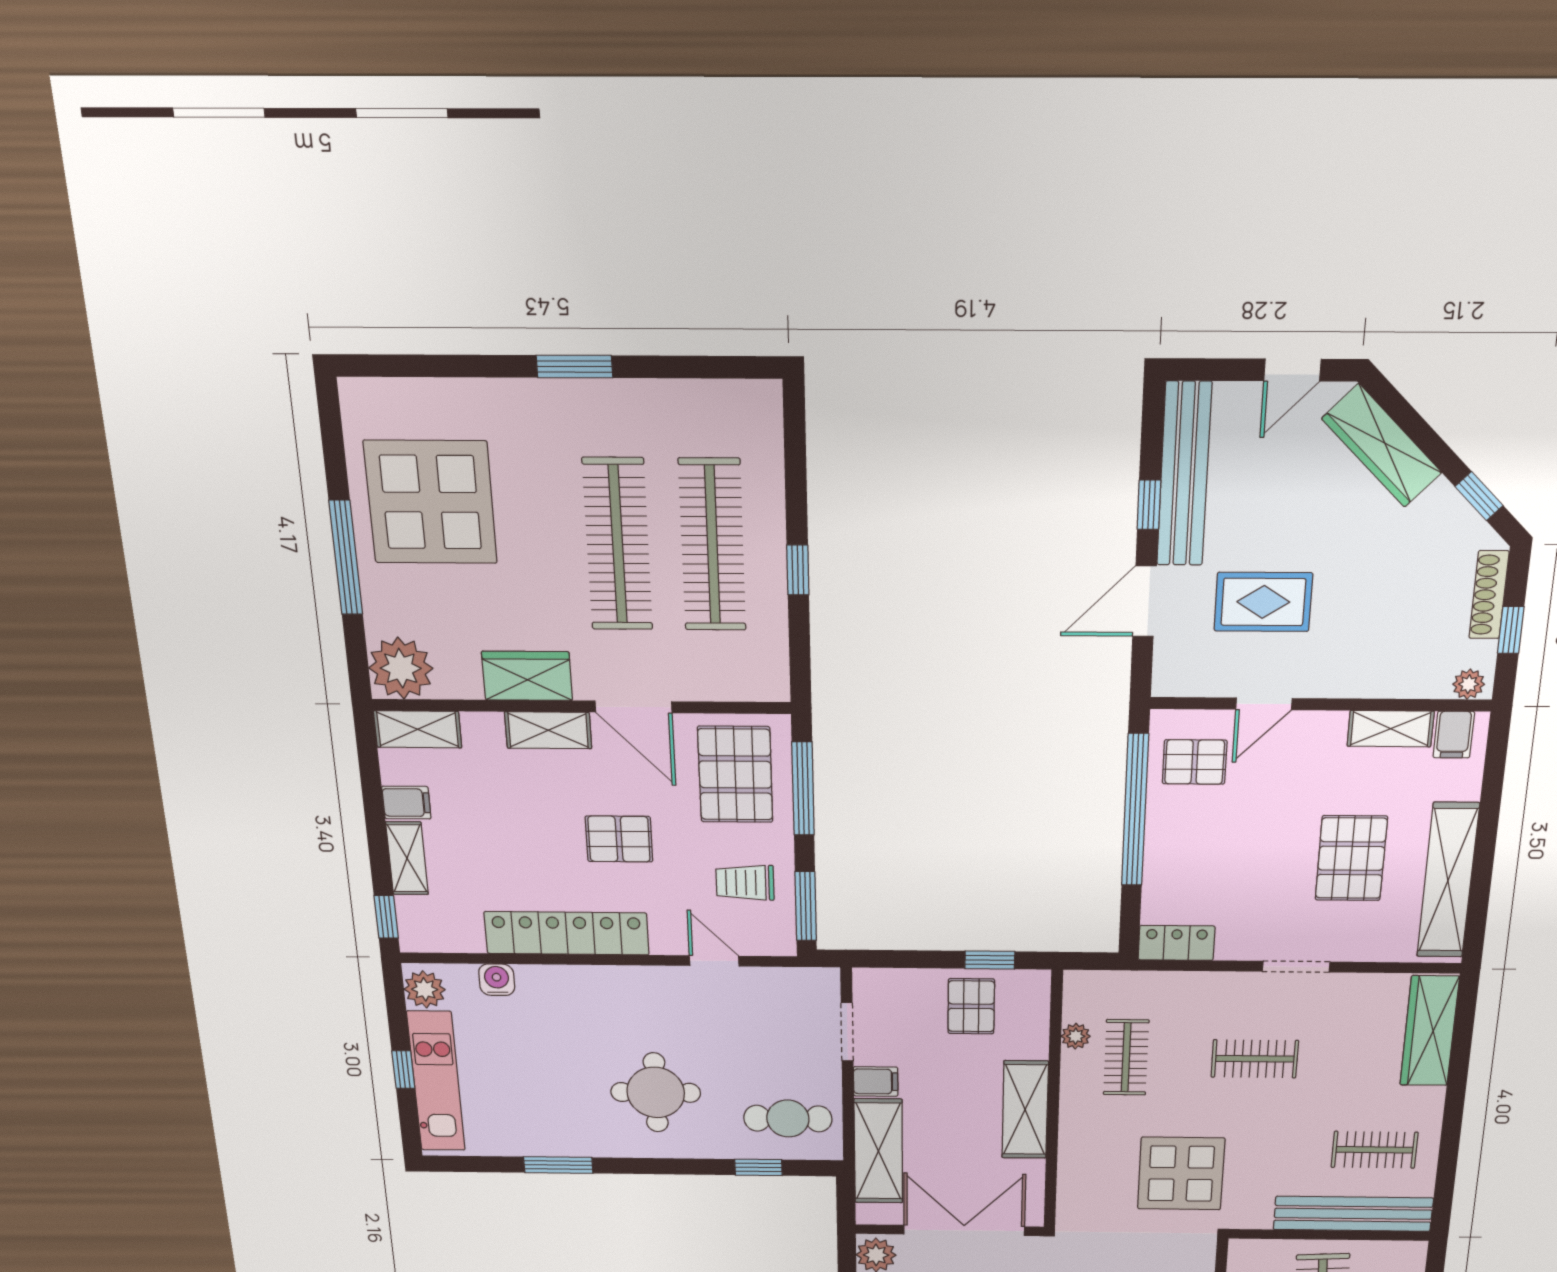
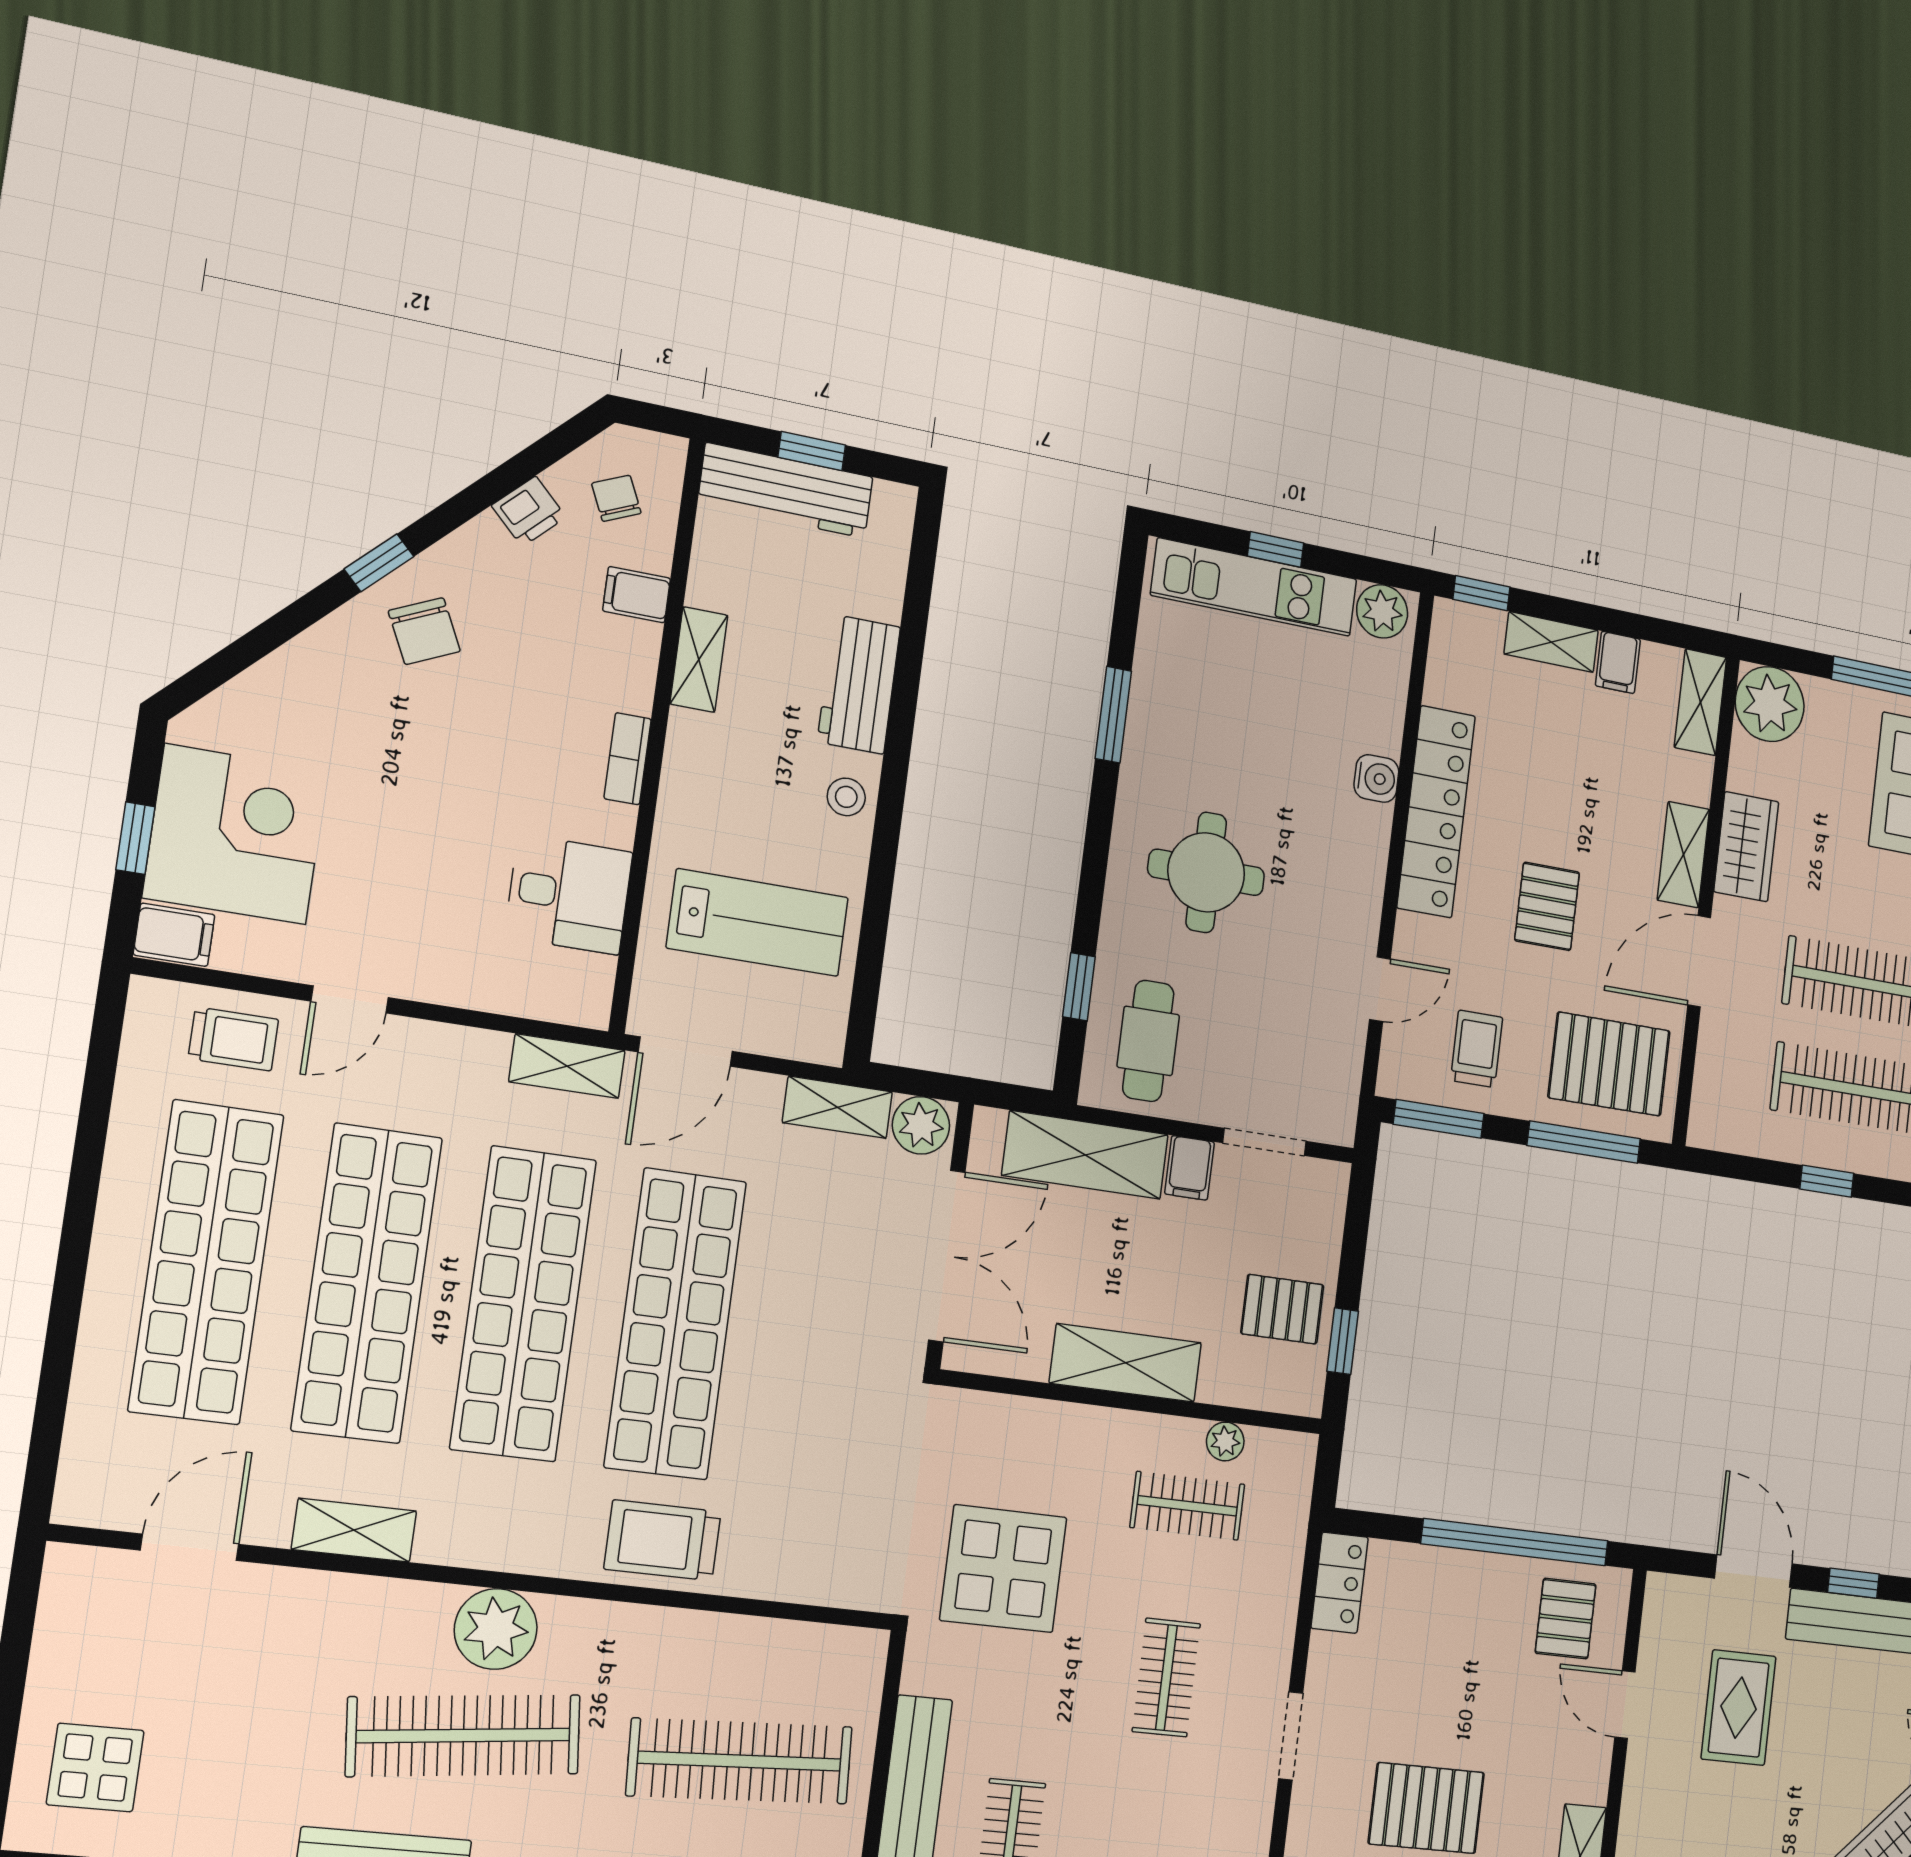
water cooler: (497, 980) -> (1376, 778), moved

